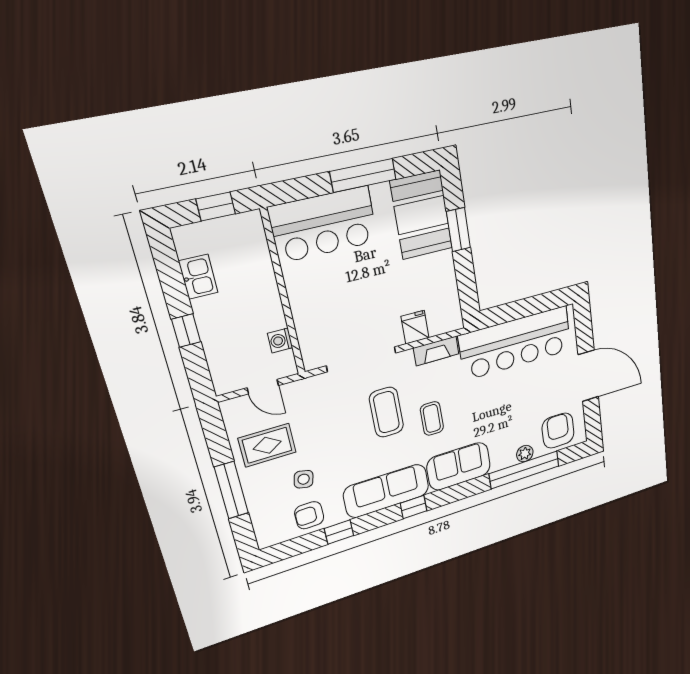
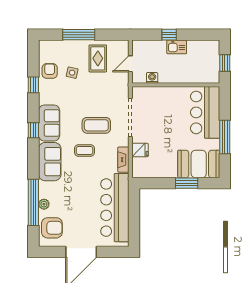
kitchen sink: (198, 277) -> (177, 47), moved
sofa: (386, 491) -> (49, 123), width x0.73

